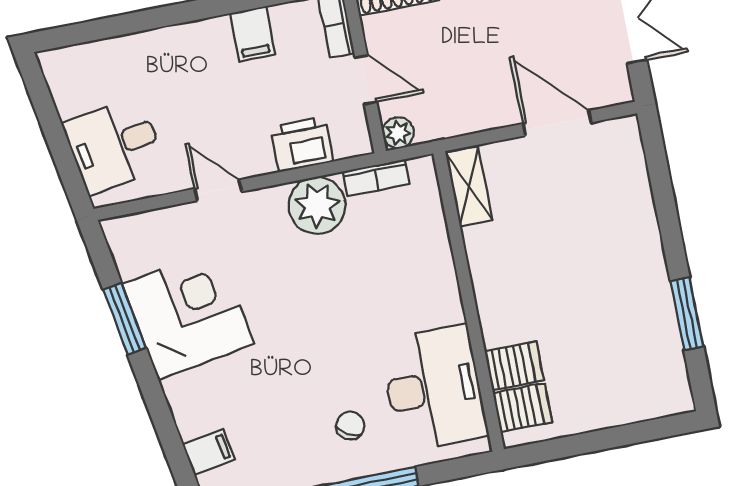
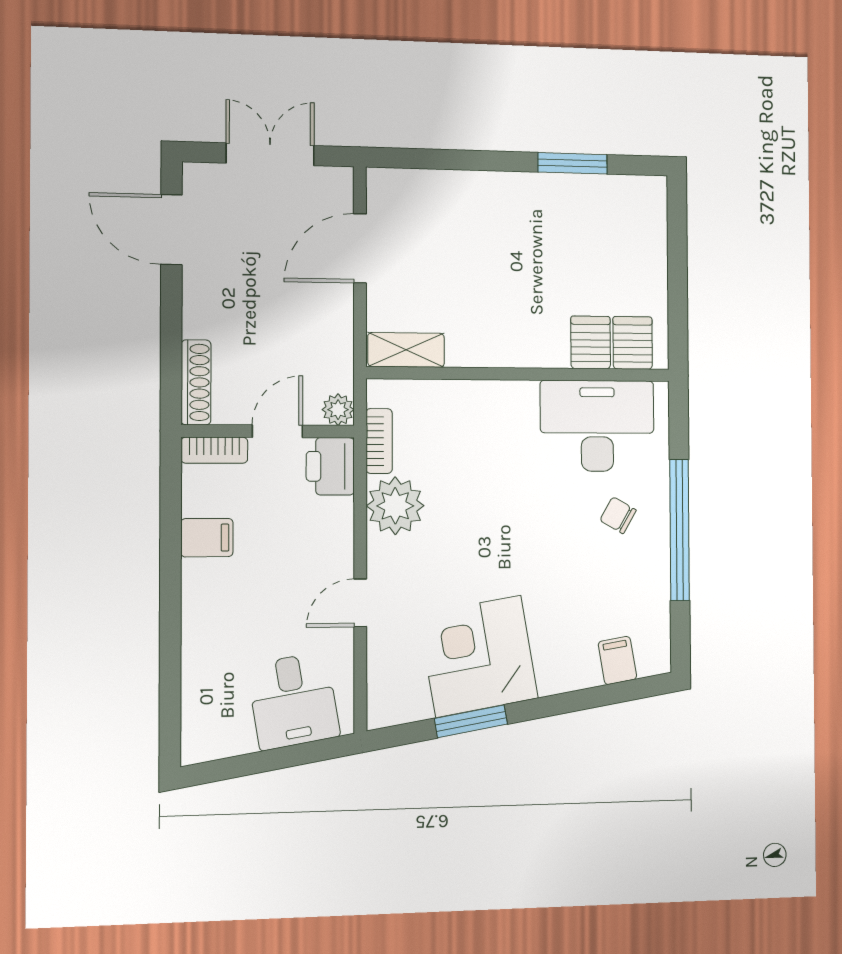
printer: (302, 144) -> (330, 466), moved

